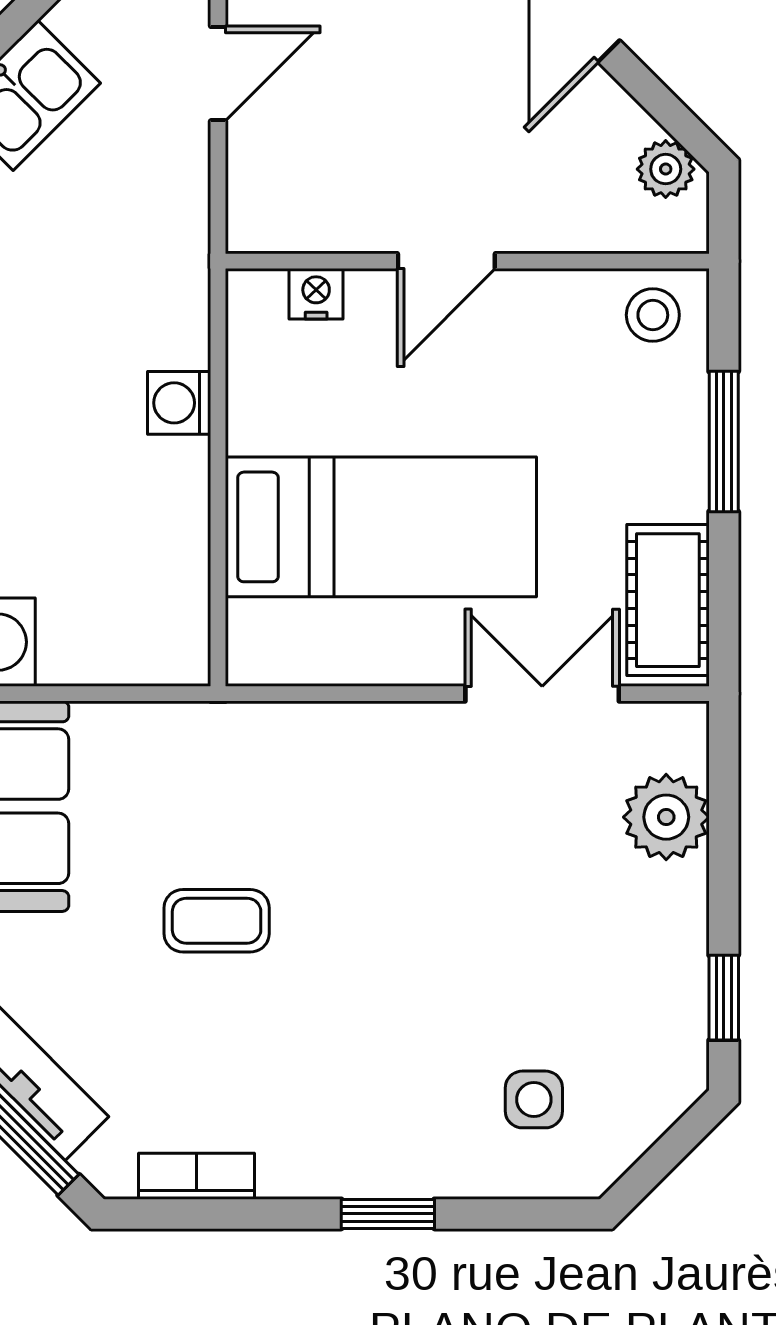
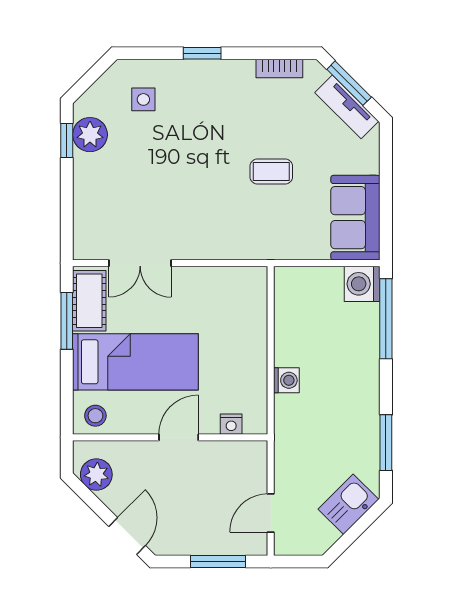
plant: (666, 169) -> (96, 475), width x1.38, depth x1.38
window: (724, 441) -> (67, 321), moved
bed: (381, 527) -> (135, 362), moved, turned 180
plant: (666, 817) -> (90, 135), moved

